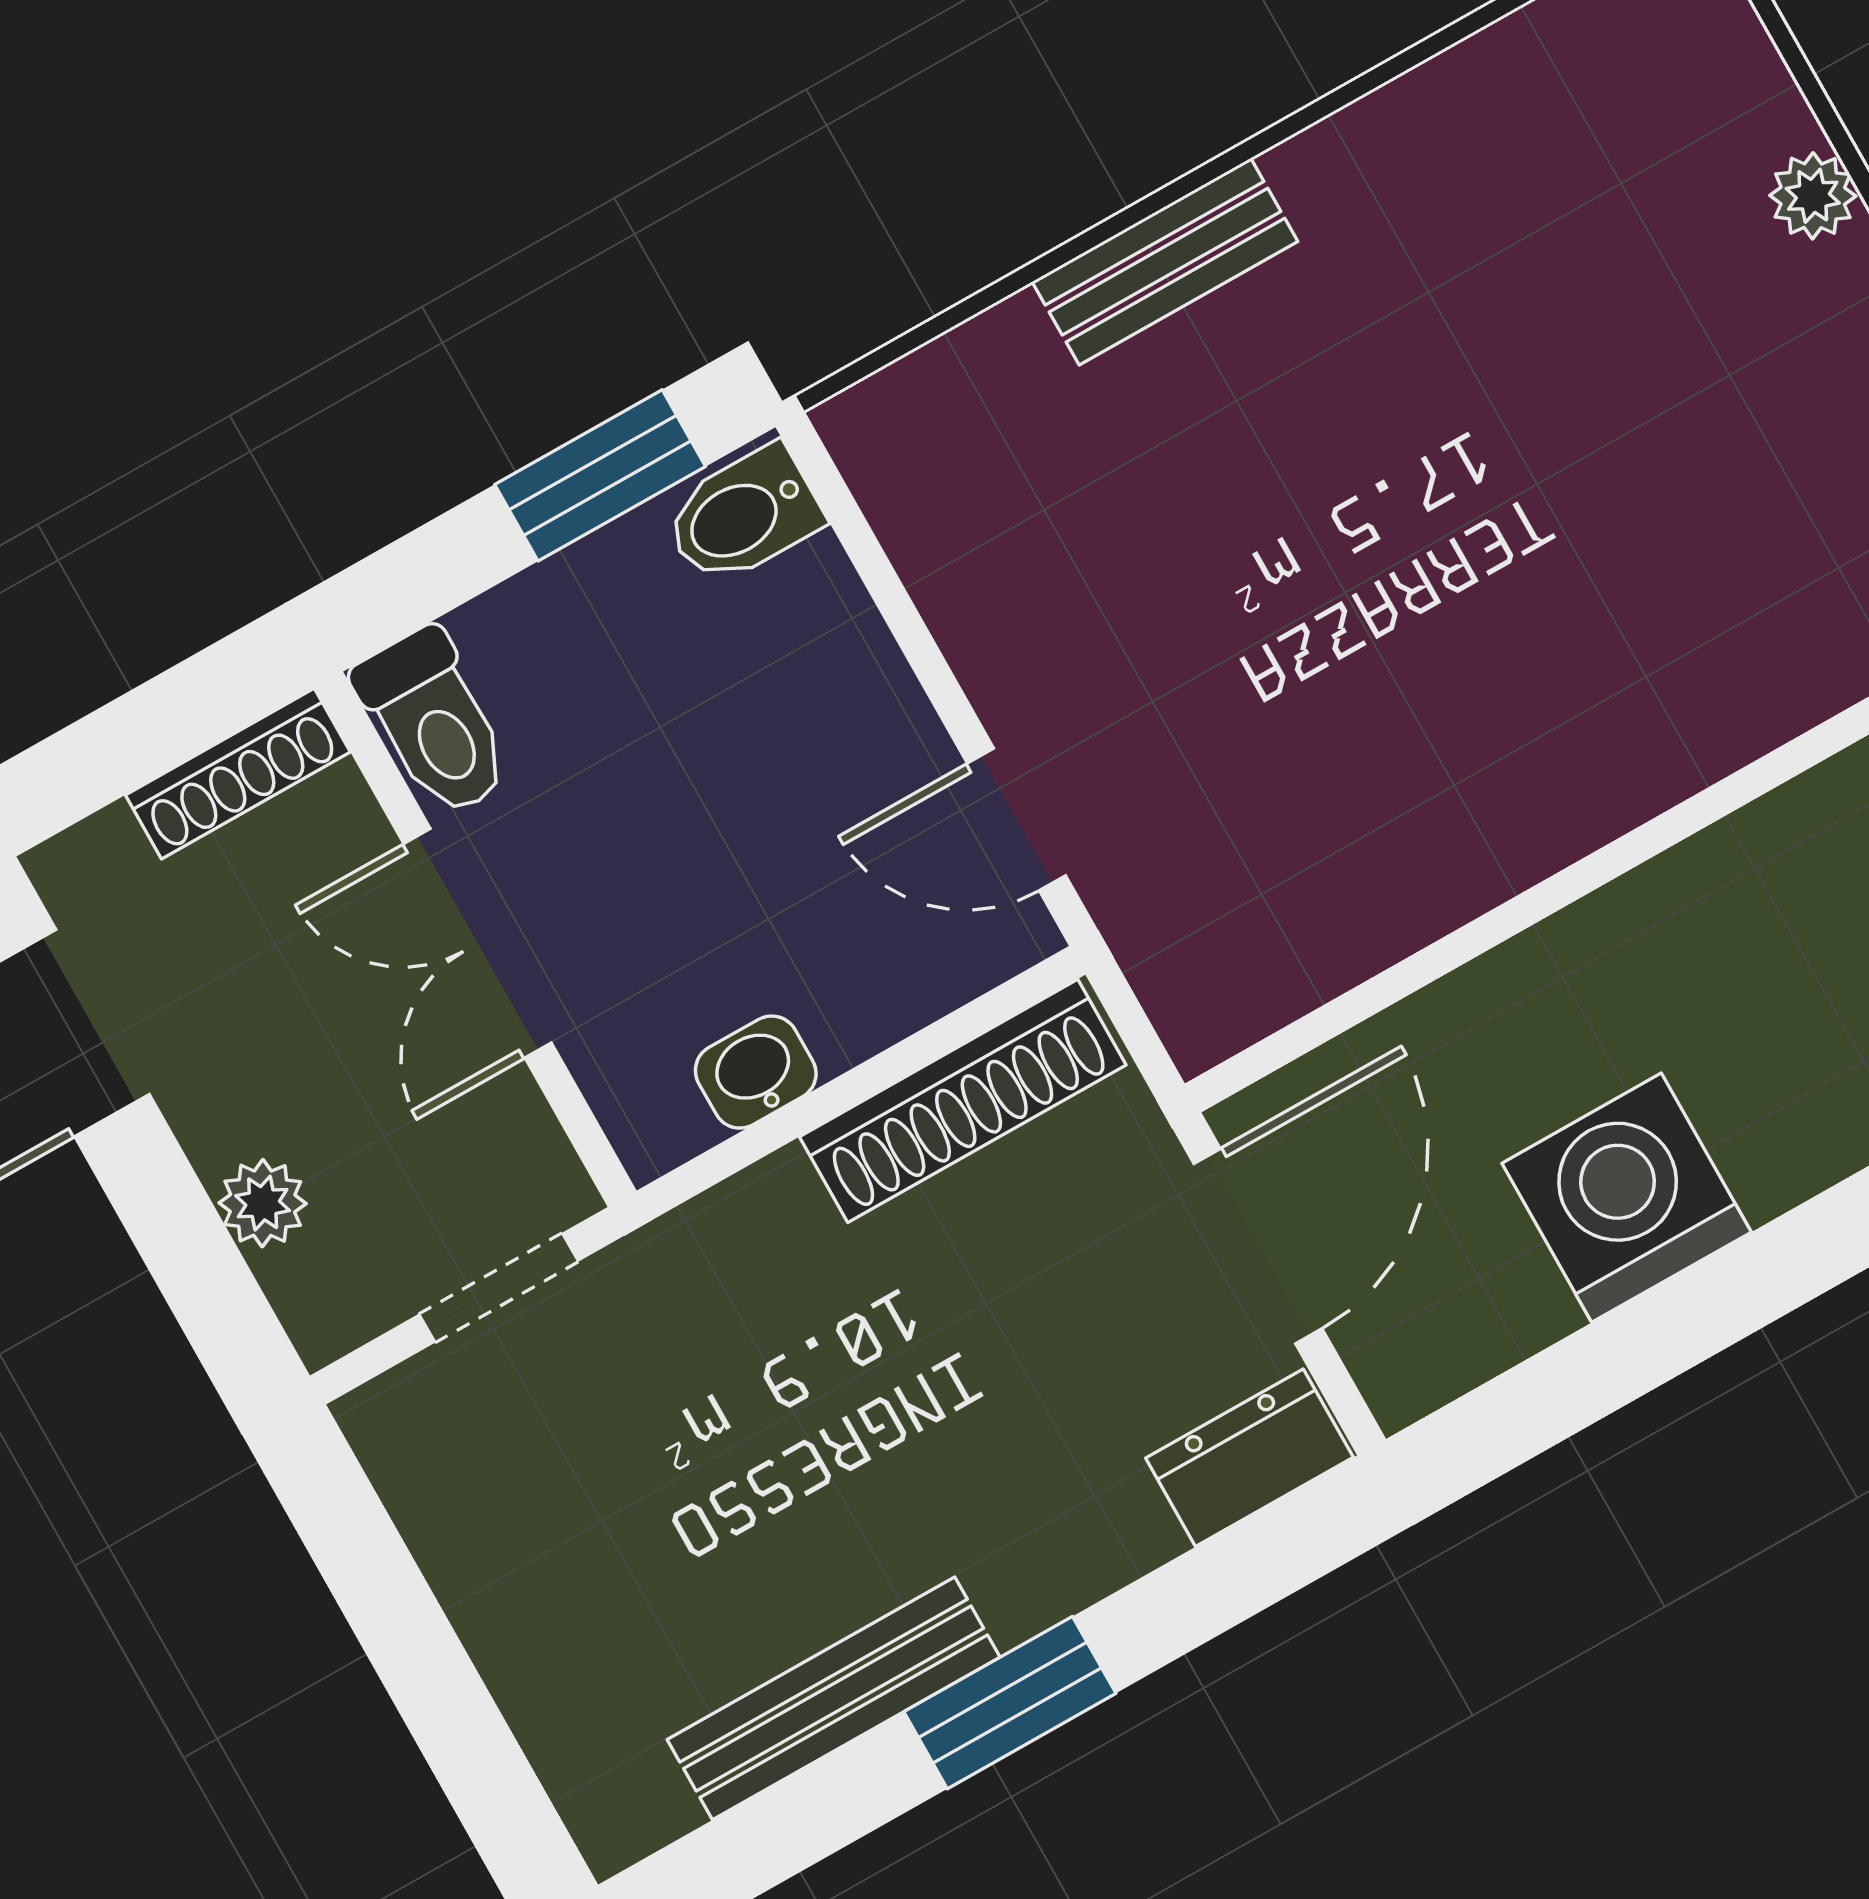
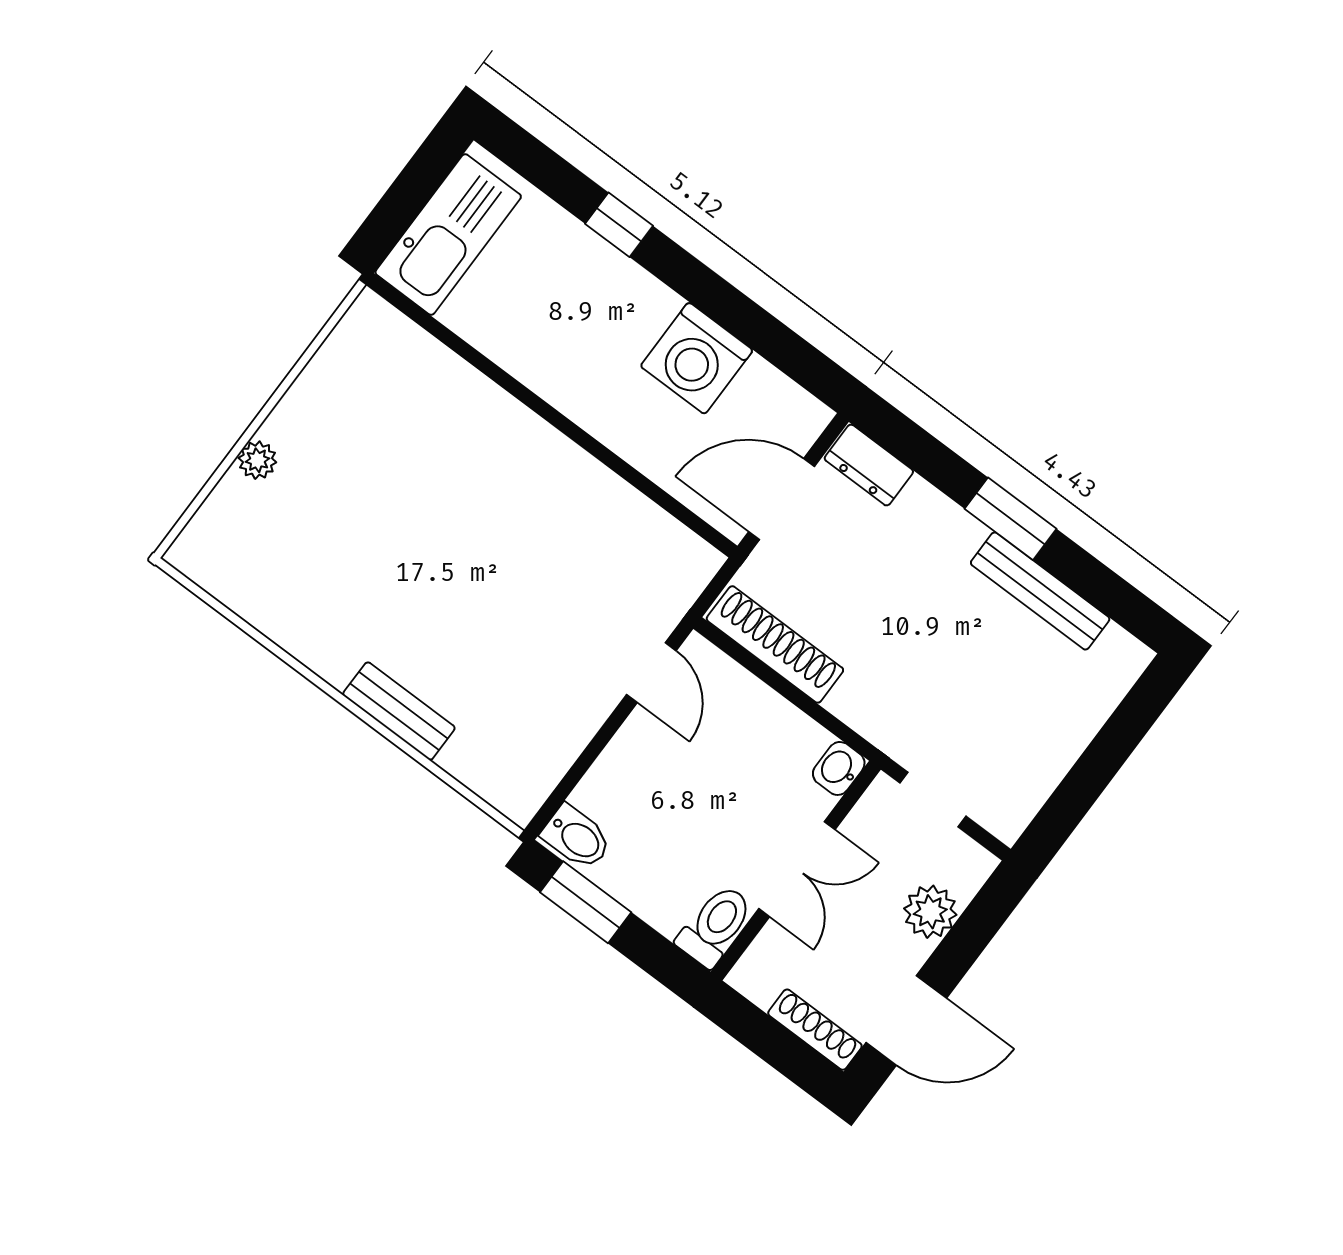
shoe rack: (238, 774) -> (815, 1030), moved
washbasin: (756, 1072) -> (839, 768), moved, turned 90
plant: (263, 1203) -> (930, 912), width x1.38, depth x1.38

